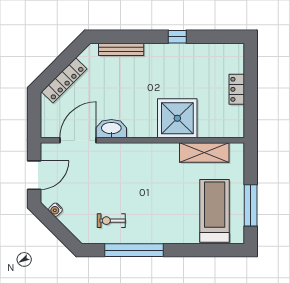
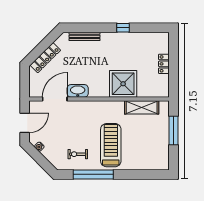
window: (251, 205) -> (174, 130), moved
treadmill: (215, 211) -> (111, 145), moved

